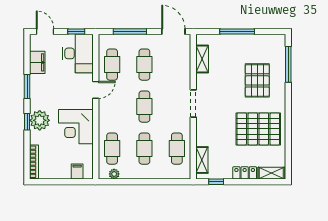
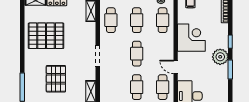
filing cabinet: (37, 62) -> (222, 89), removed
pallet: (257, 80) -> (56, 79), moved
door: (96, 90) -> (176, 67), hinge flipped
plant: (40, 120) -> (220, 57), moved

